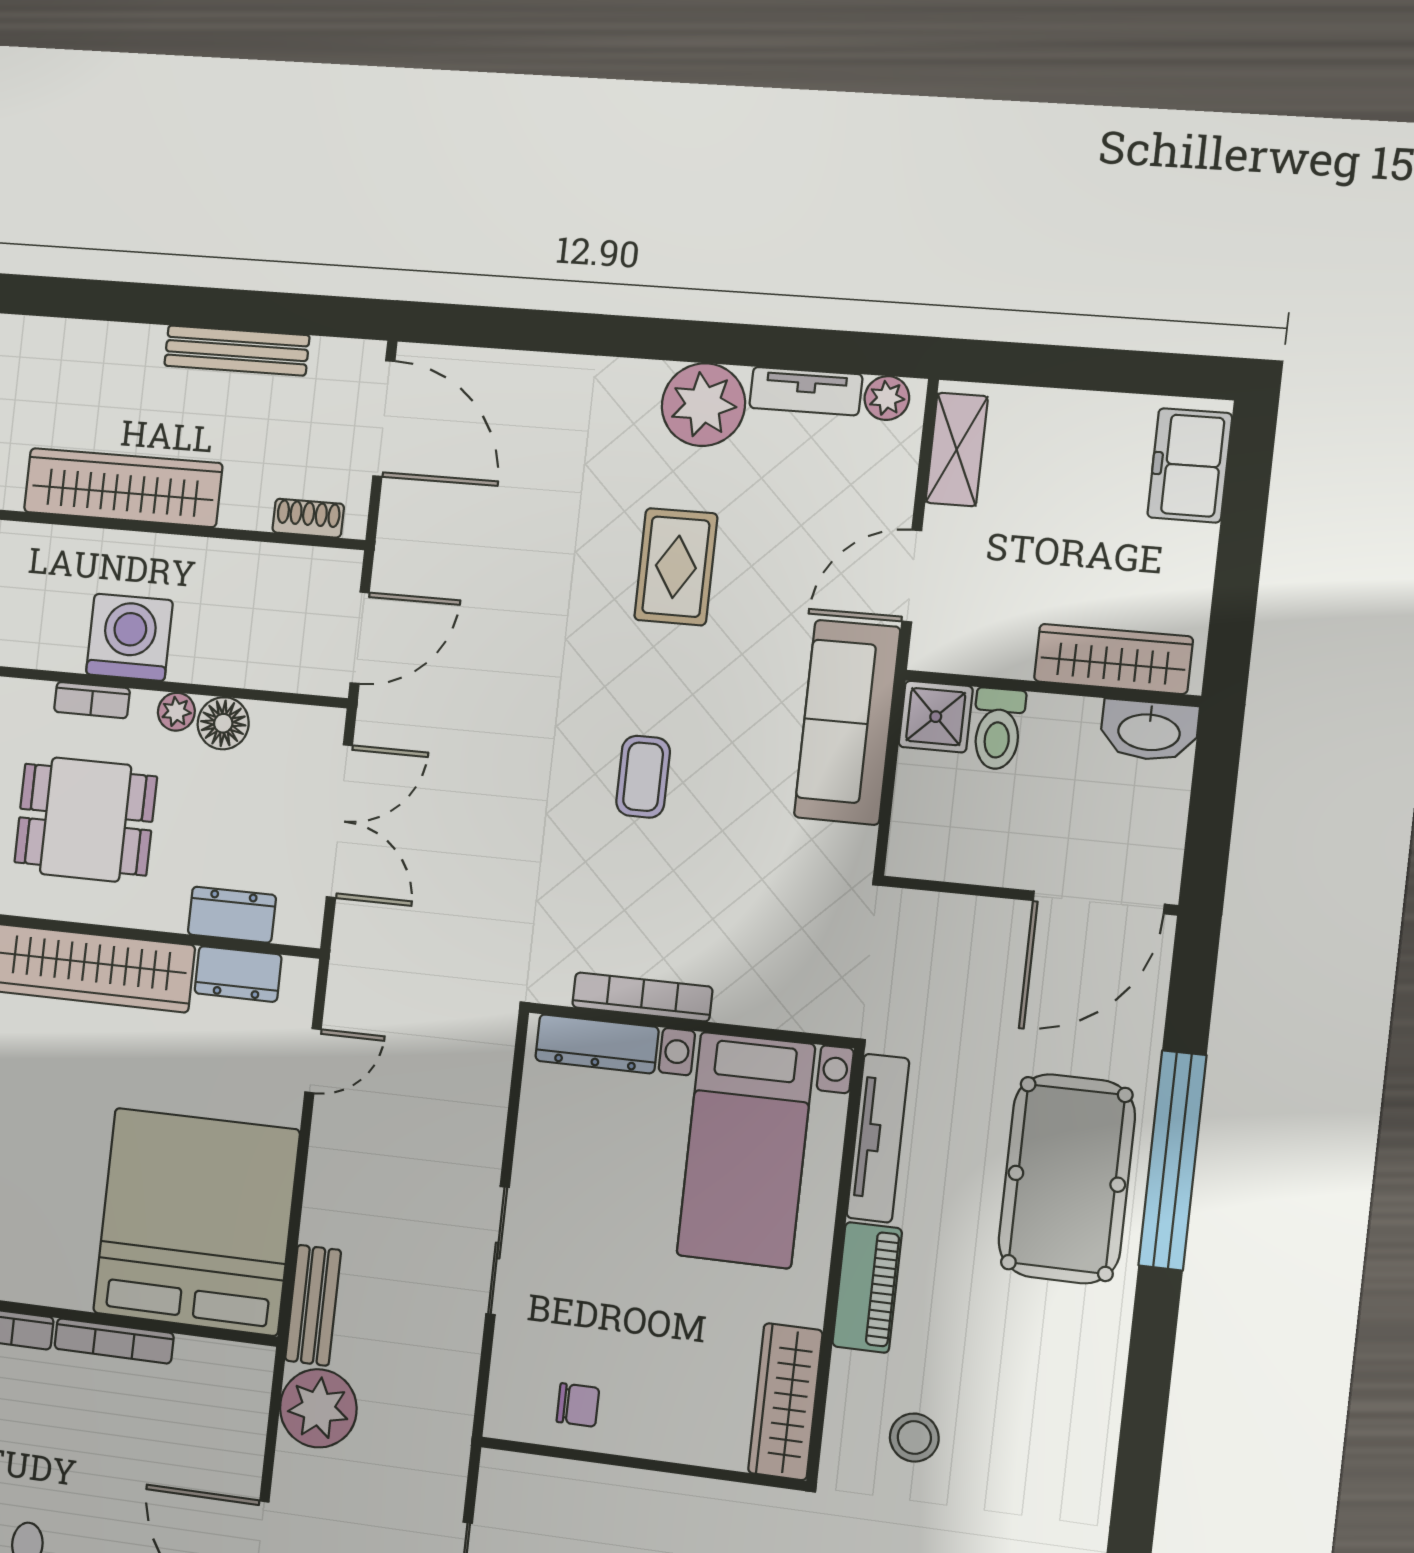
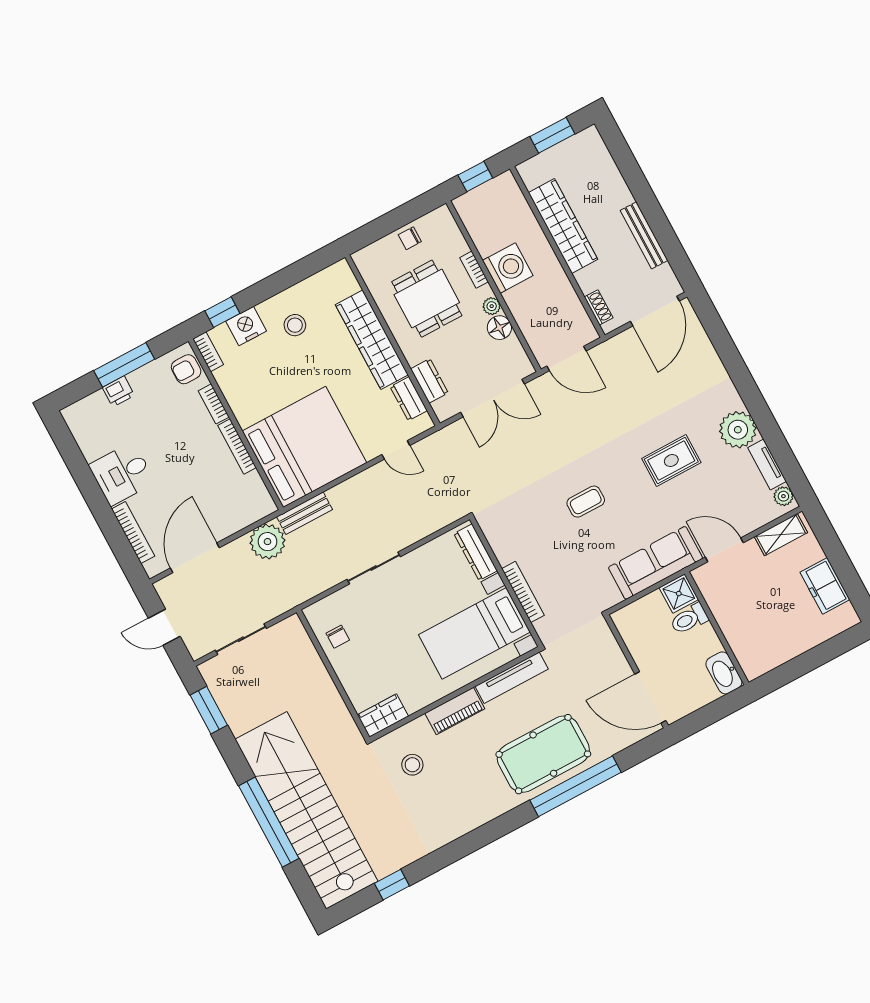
freezer: (1190, 465) -> (825, 586), moved, turned -90
wardrobe: (1113, 659) -> (741, 643), removed
bookcase: (642, 997) -> (523, 592), moved
wardrobe: (785, 1402) -> (383, 716), width x0.67

